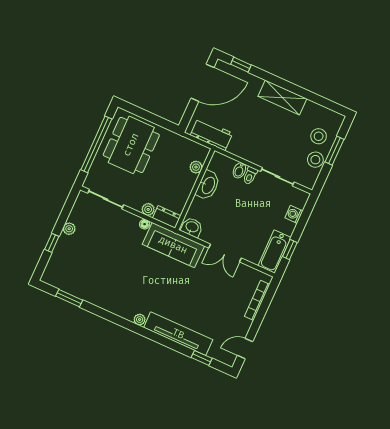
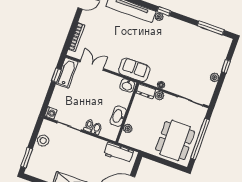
stool: (319, 136) -> (42, 157), removed
window: (334, 151) -> (27, 158), moved
washing machine: (294, 214) -> (51, 113), moved
sofa: (173, 245) -> (134, 70), width x0.73
double door: (225, 253) -> (92, 65), moved
window: (69, 298) -> (211, 28), width x1.44
window: (132, 327) -> (164, 11), added

